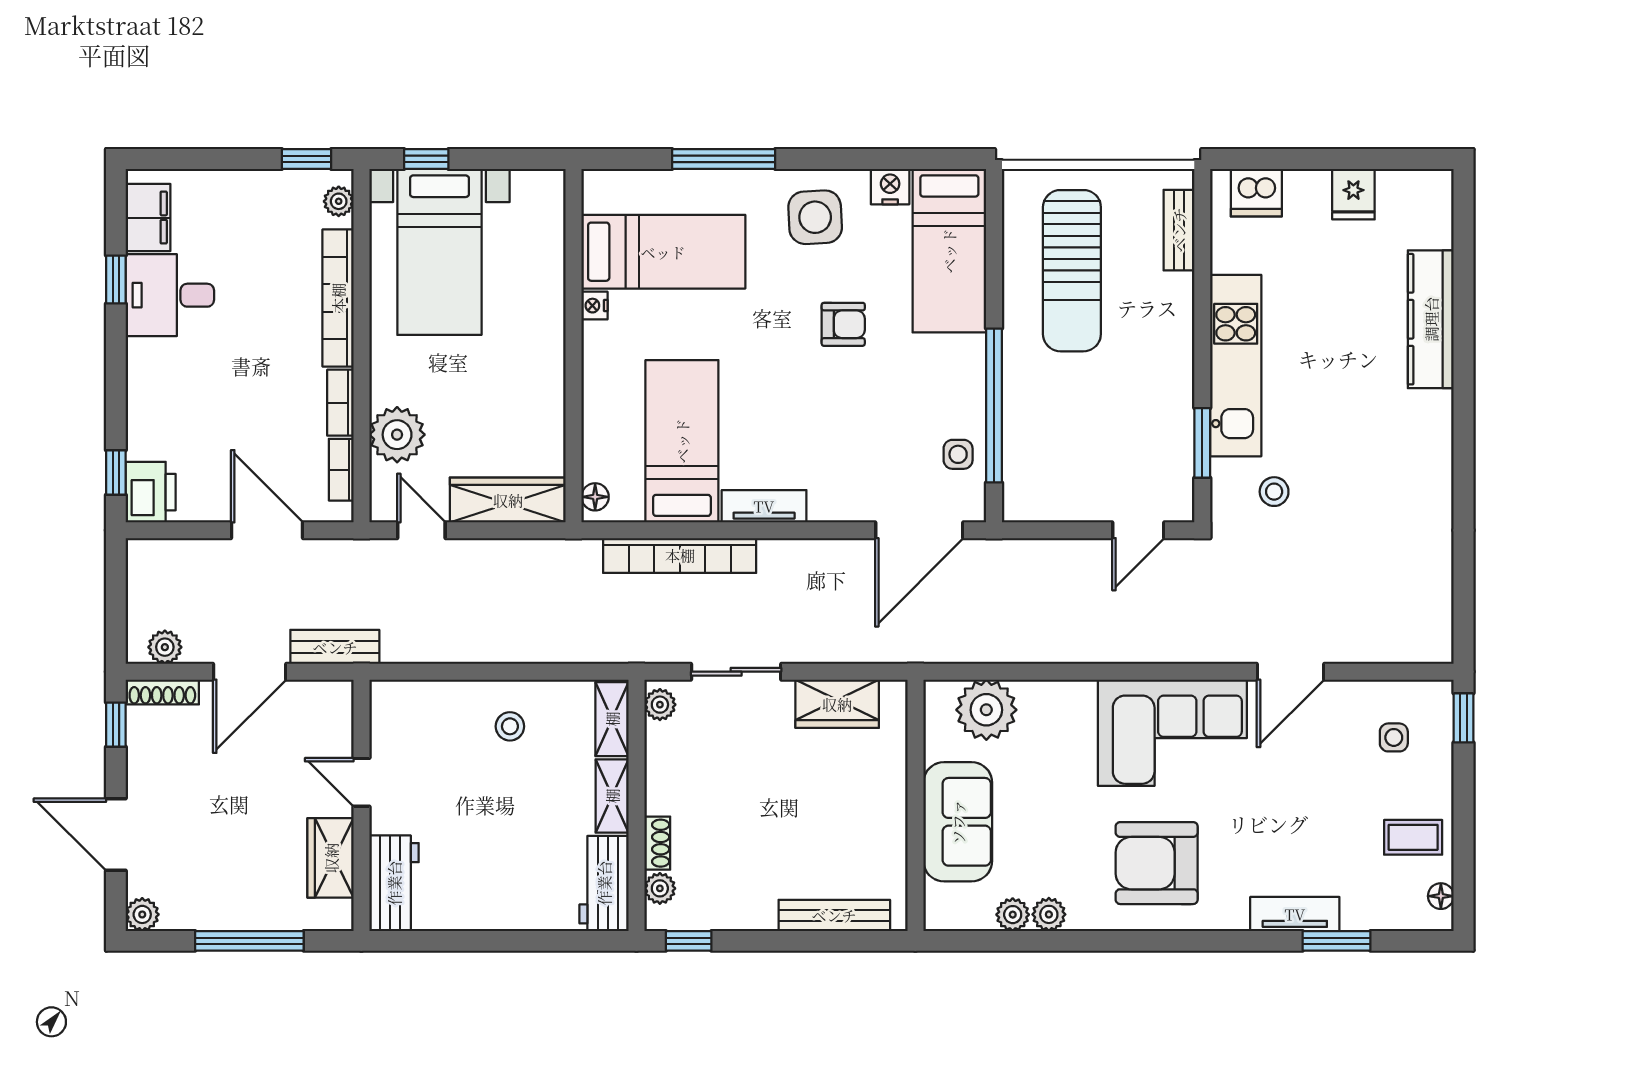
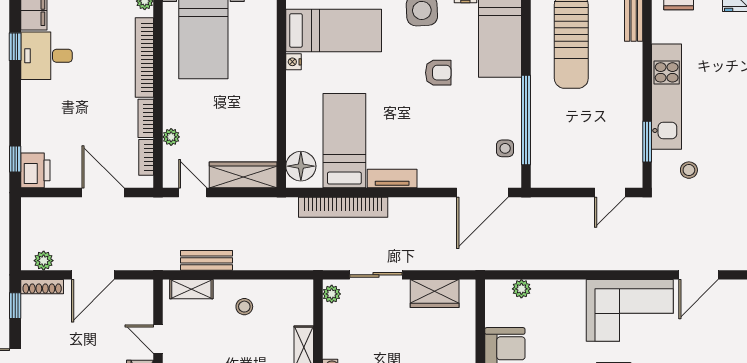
plant: (397, 435) -> (171, 137), width x0.53, depth x0.53
floor lamp: (595, 497) -> (301, 166), width x1.89, depth x1.89
bench: (335, 647) -> (207, 260), moved
plant: (986, 710) -> (521, 289), width x0.53, depth x0.53
shelving: (612, 719) -> (191, 289), moved, turned 90

